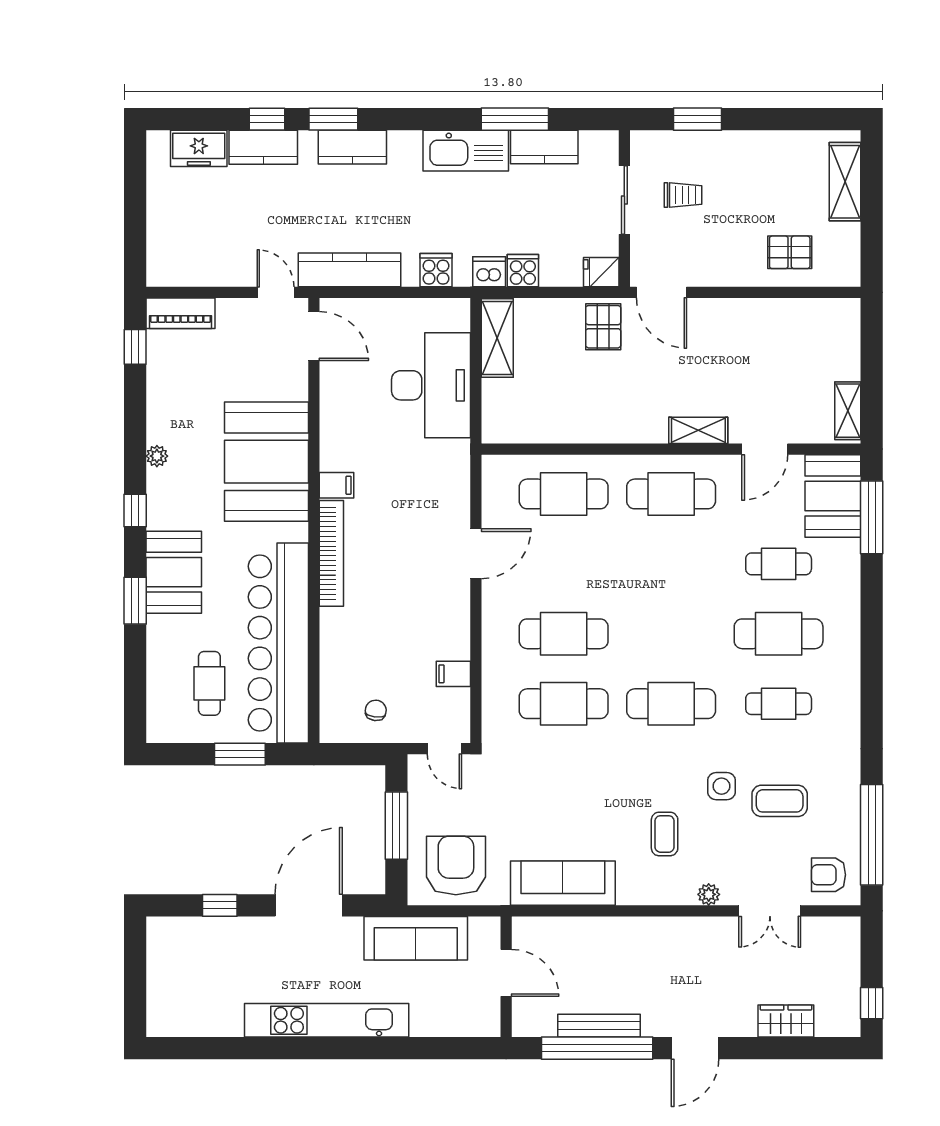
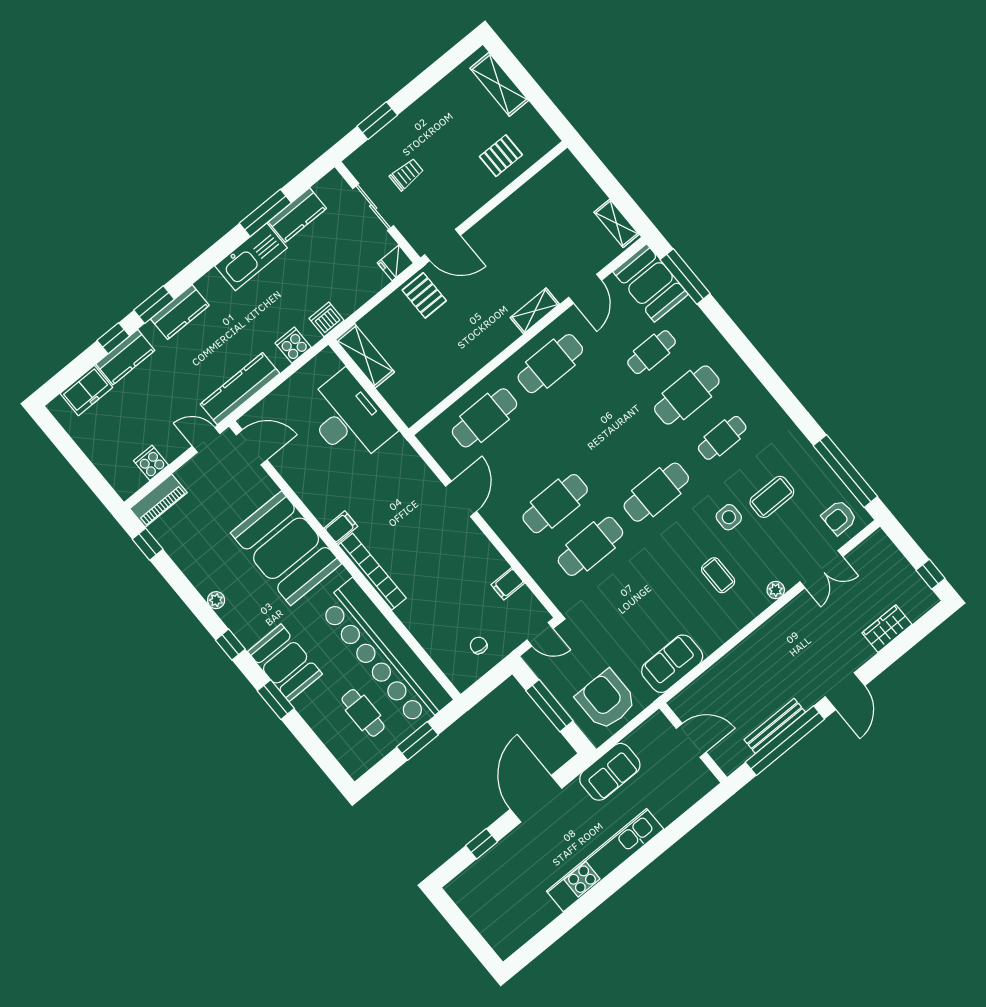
cooker: (523, 271) -> (151, 463), moved
sofa: (563, 883) -> (672, 664), width x0.73
sofa: (416, 938) -> (610, 772), width x0.73

